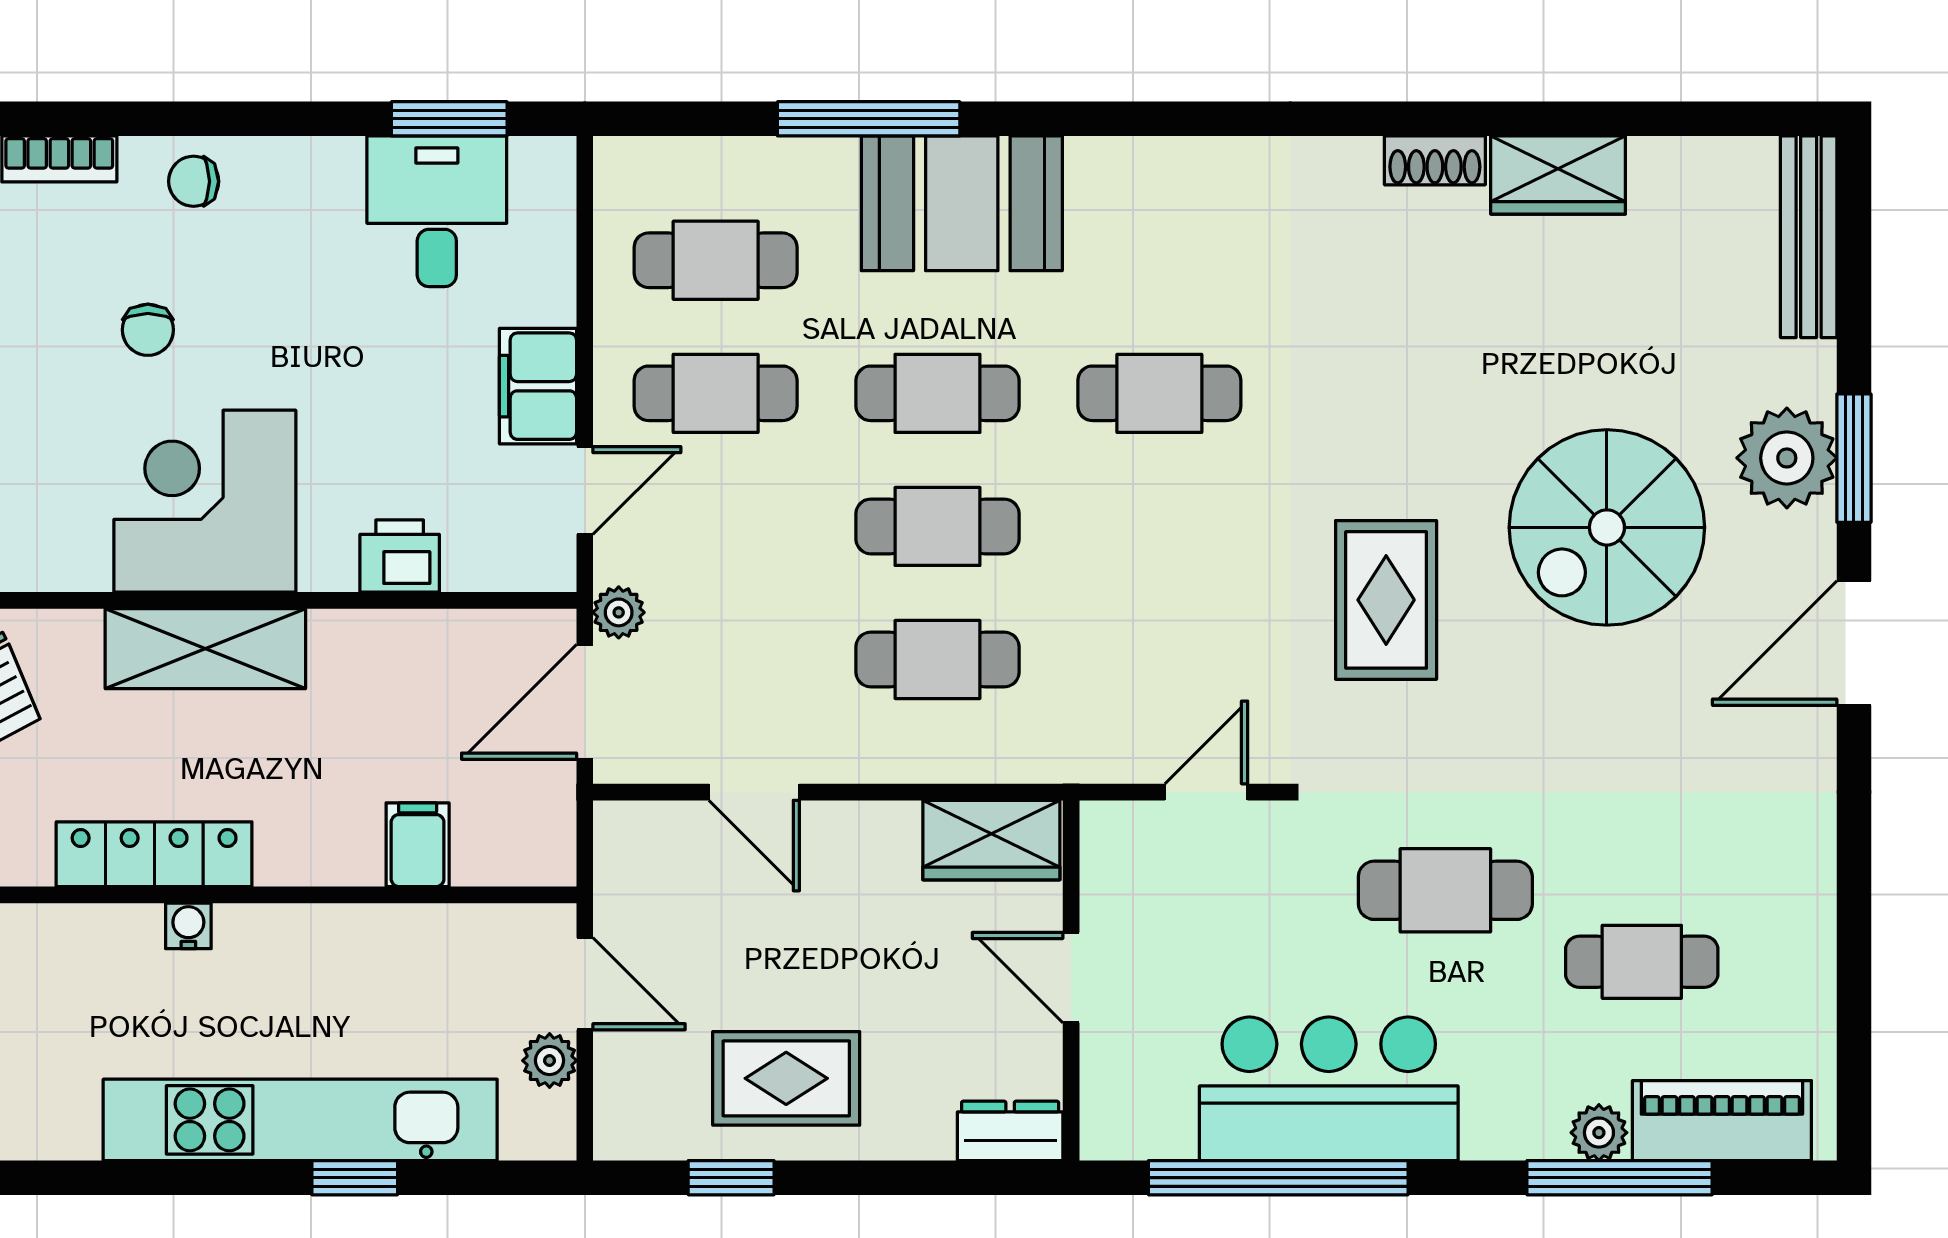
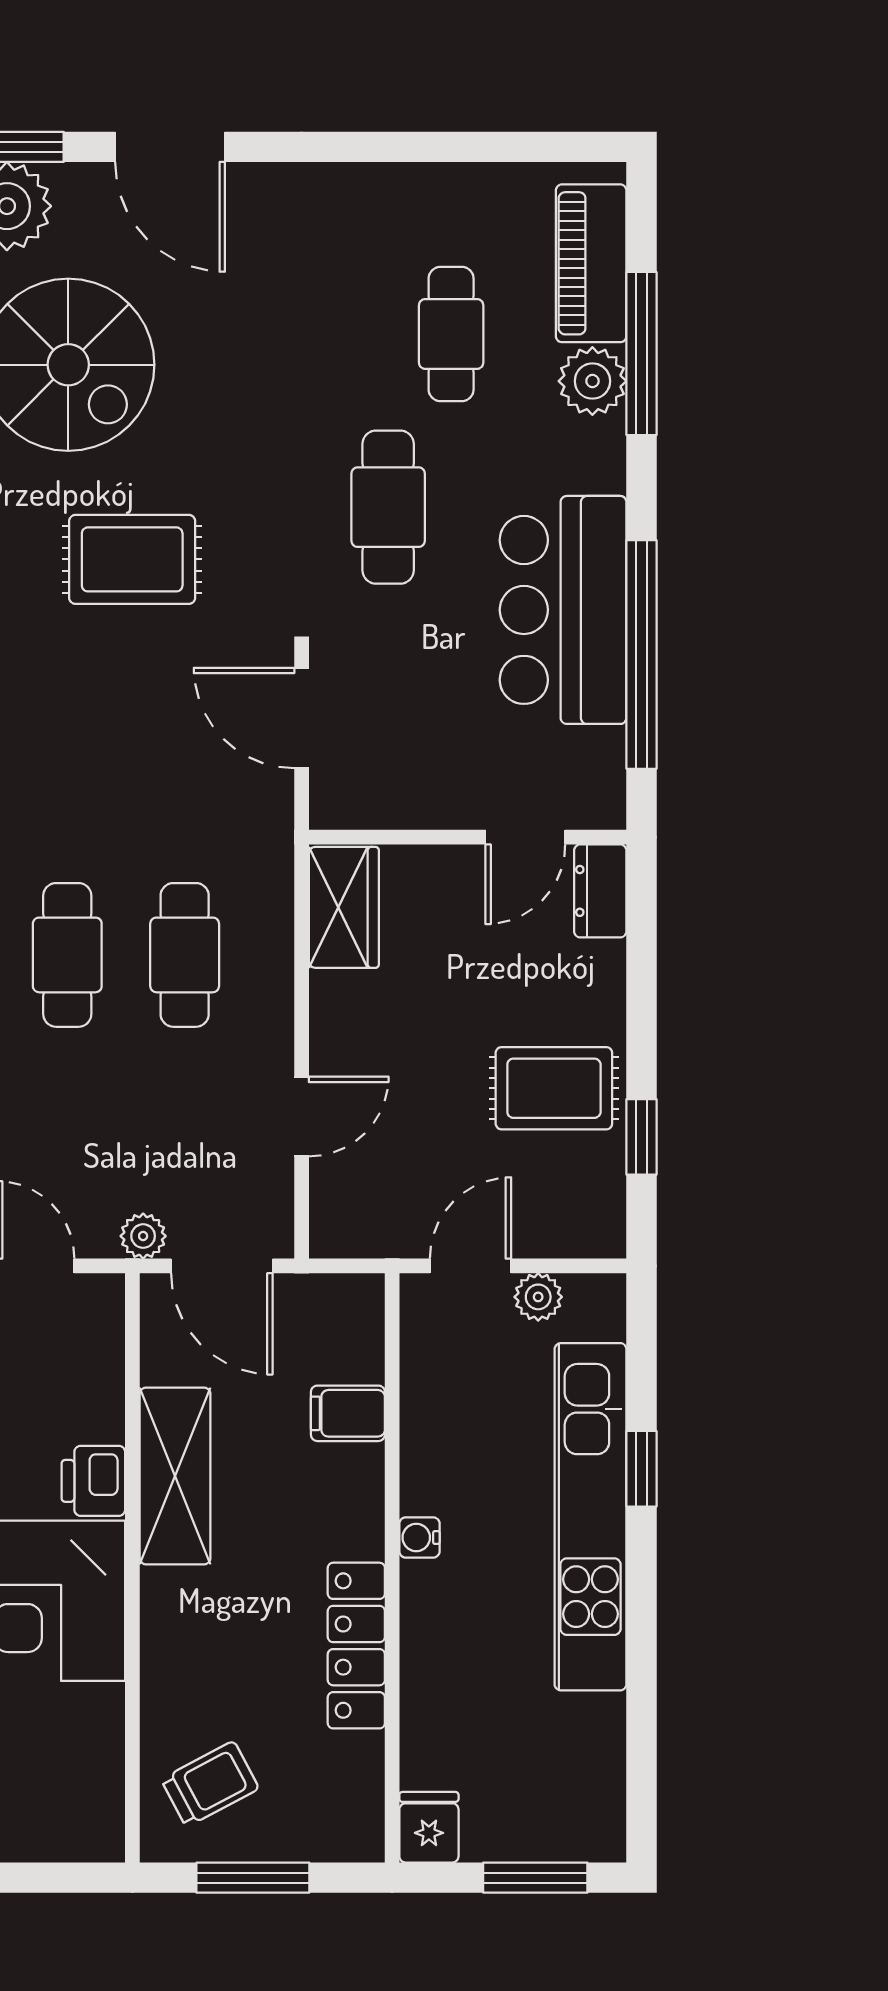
printer: (400, 556) -> (93, 1481), moved
shelving: (205, 649) -> (175, 1476), moved
door: (1206, 792) -> (302, 718), width x1.38
water cooler: (188, 926) -> (419, 1537), moved
door: (1071, 978) -> (525, 837), moved
rug: (786, 1078) -> (554, 1088), turned 90
plant: (1599, 1133) -> (592, 381), width x1.38, depth x1.38

